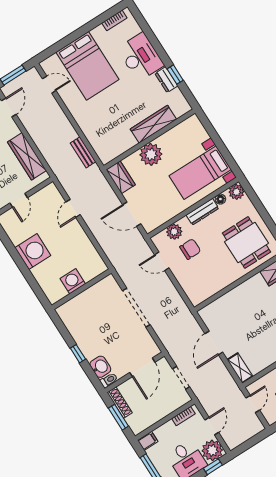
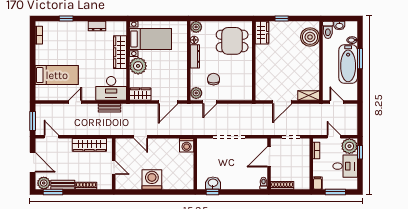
desk: (141, 57) -> (111, 88), moved, turned 180
bed: (87, 66) -> (57, 75), width x0.67
window: (175, 75) -> (66, 18), moved
door: (49, 85) -> (75, 102), moved
bed with nightstands: (200, 173) -> (151, 39), moved, turned -90
plant: (174, 232) -> (196, 93), moved
washing machine: (73, 281) -> (187, 145), moved, turned -90
door: (214, 343) -> (282, 102), hinge flipped
window: (78, 354) -> (212, 192), moved
washbasin: (100, 367) -> (213, 183), moved
door: (142, 367) -> (269, 157), swing flipped
window: (118, 417) -> (291, 192), removed

